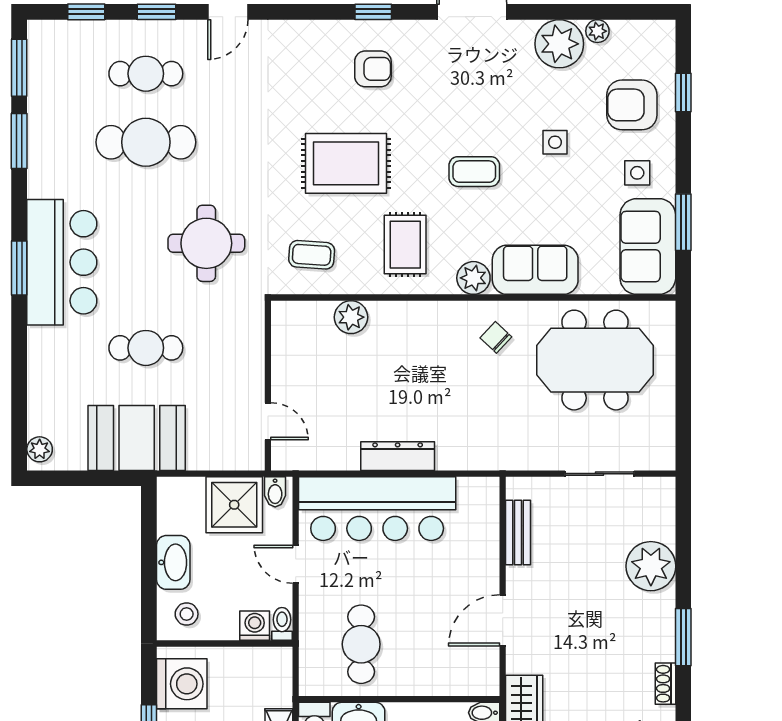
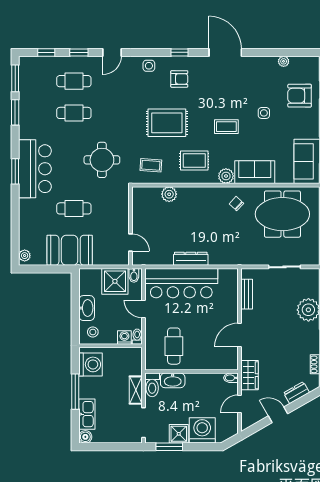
plant: (559, 44) -> (266, 67), removed
cafe table: (146, 142) -> (74, 113), width x0.73, depth x0.74
side table: (637, 173) -> (149, 66), moved
rug: (405, 245) -> (194, 160), turned 90

